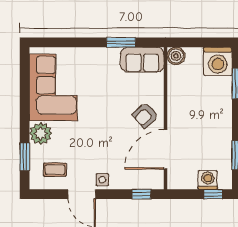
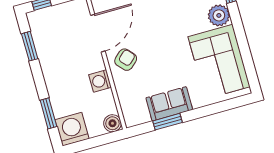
sofa: (142, 60) -> (169, 104), moved
washing machine: (208, 180) -> (100, 81), moved, turned 90

